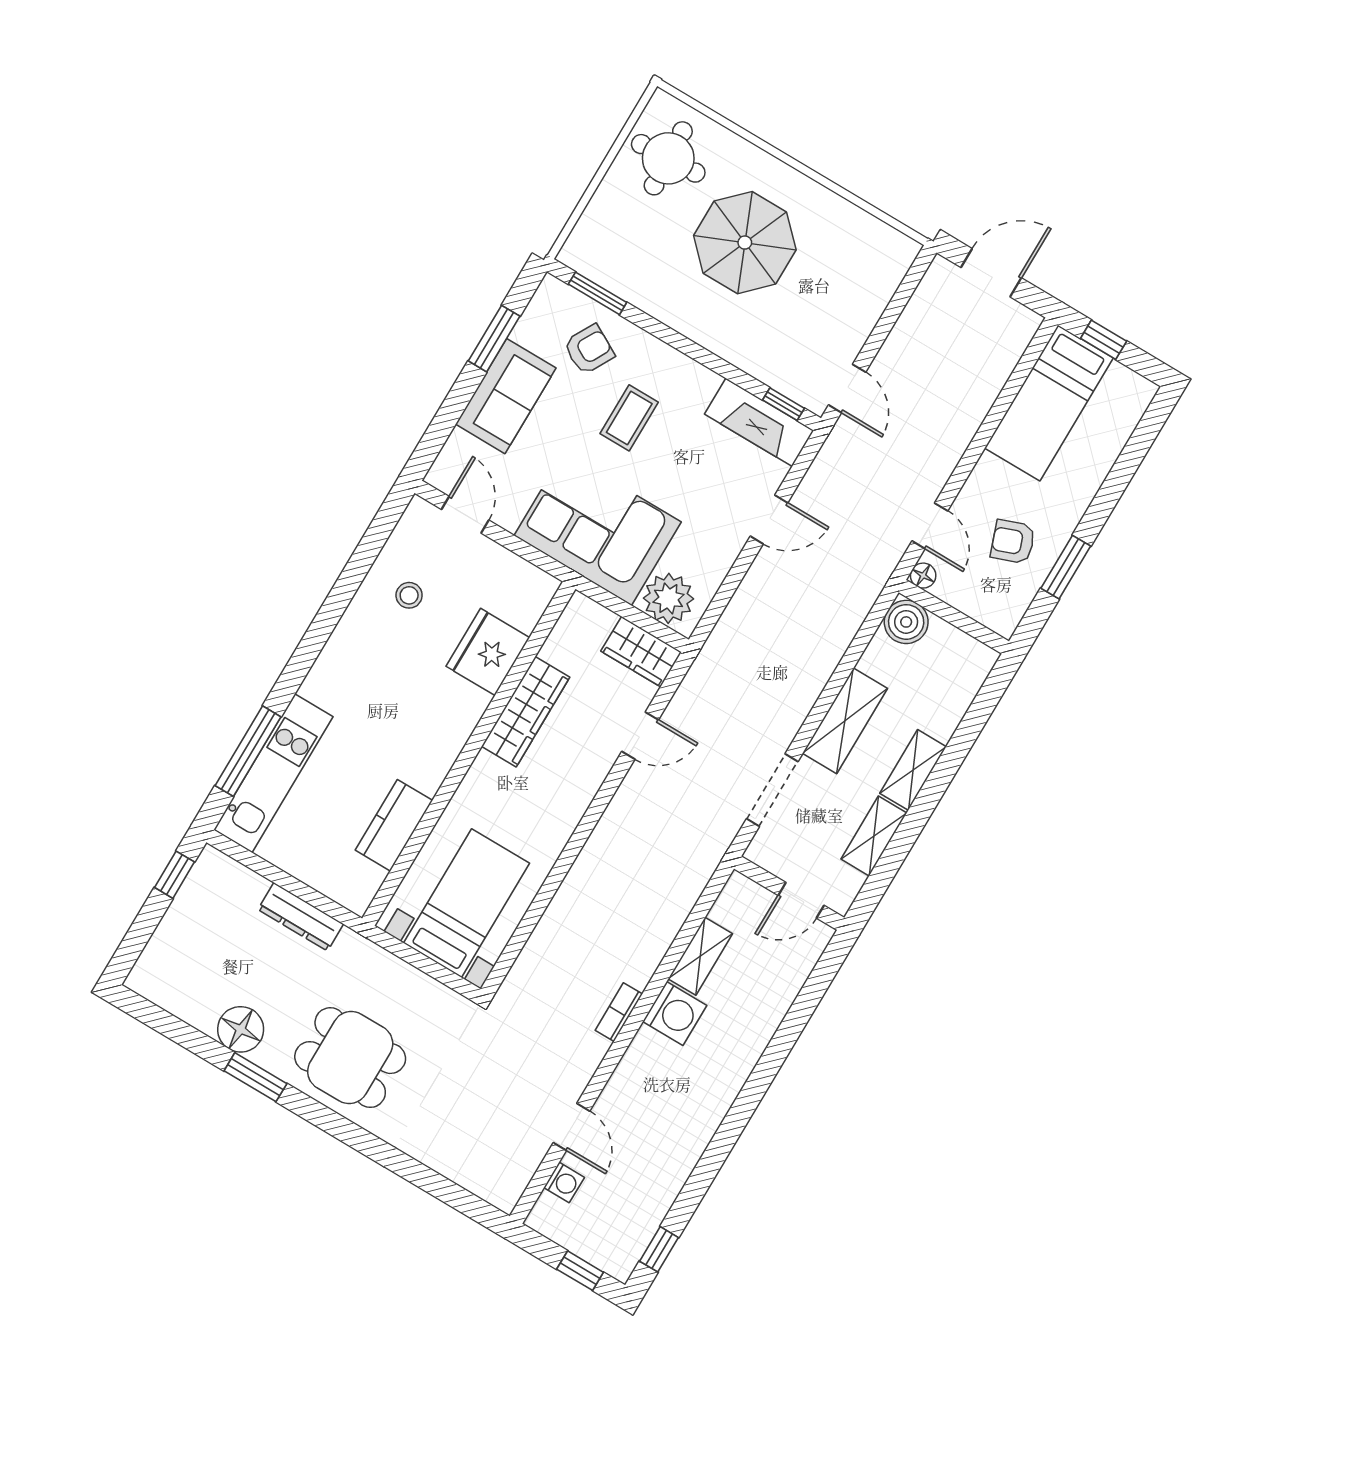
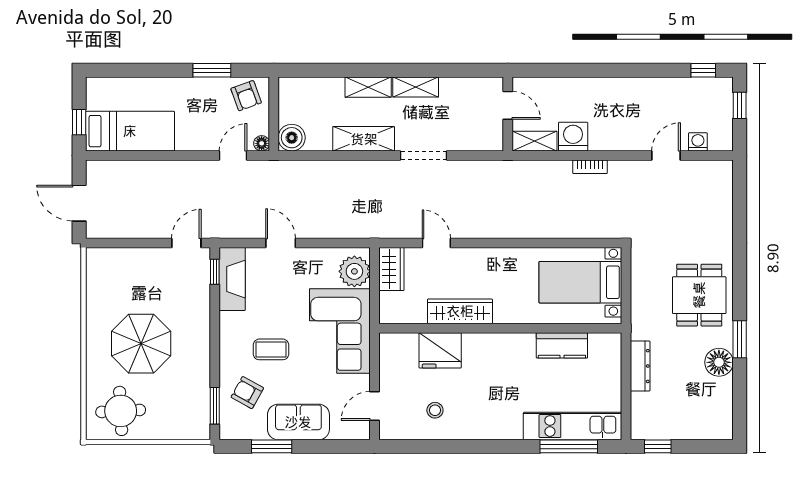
armchair: (1013, 542) -> (246, 96), moved
wall: (789, 893) -> (508, 114), moved
door: (801, 900) -> (508, 105), moved

